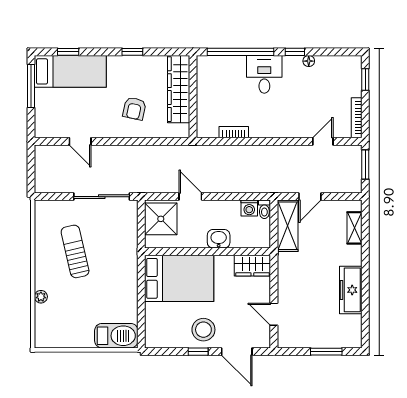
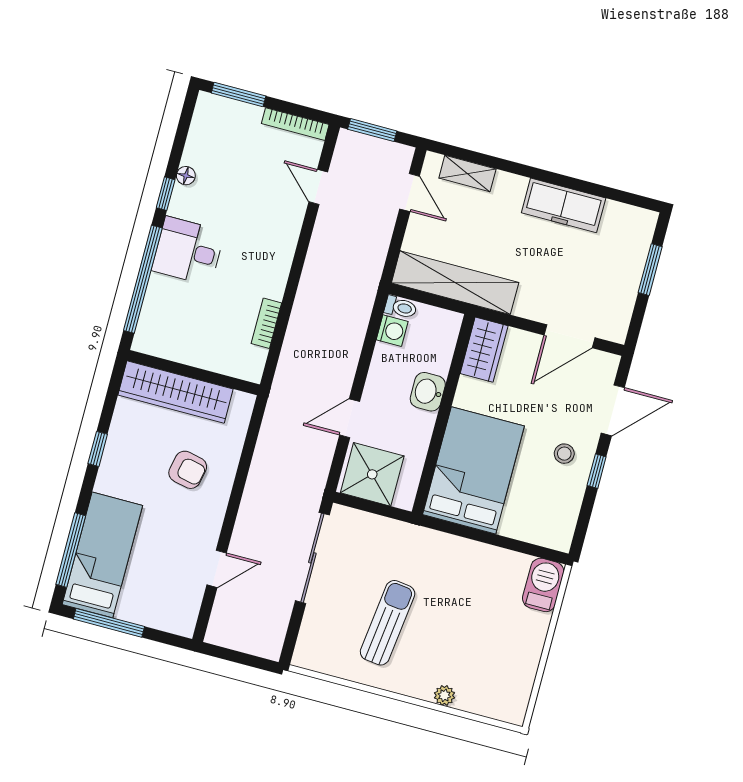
window: (68, 52) -> (71, 550), width x2.17
window: (365, 79) -> (239, 94), width x1.50
door: (310, 197) -> (410, 193), moved
shelving: (288, 226) -> (455, 283), width x1.47
sun lounger: (75, 251) -> (388, 623), turned 110
door: (274, 314) -> (569, 336), width x1.38
stool: (203, 330) -> (564, 454), width x0.53, depth x0.53
barbecue: (116, 336) -> (543, 585), width x0.73, depth x0.83

